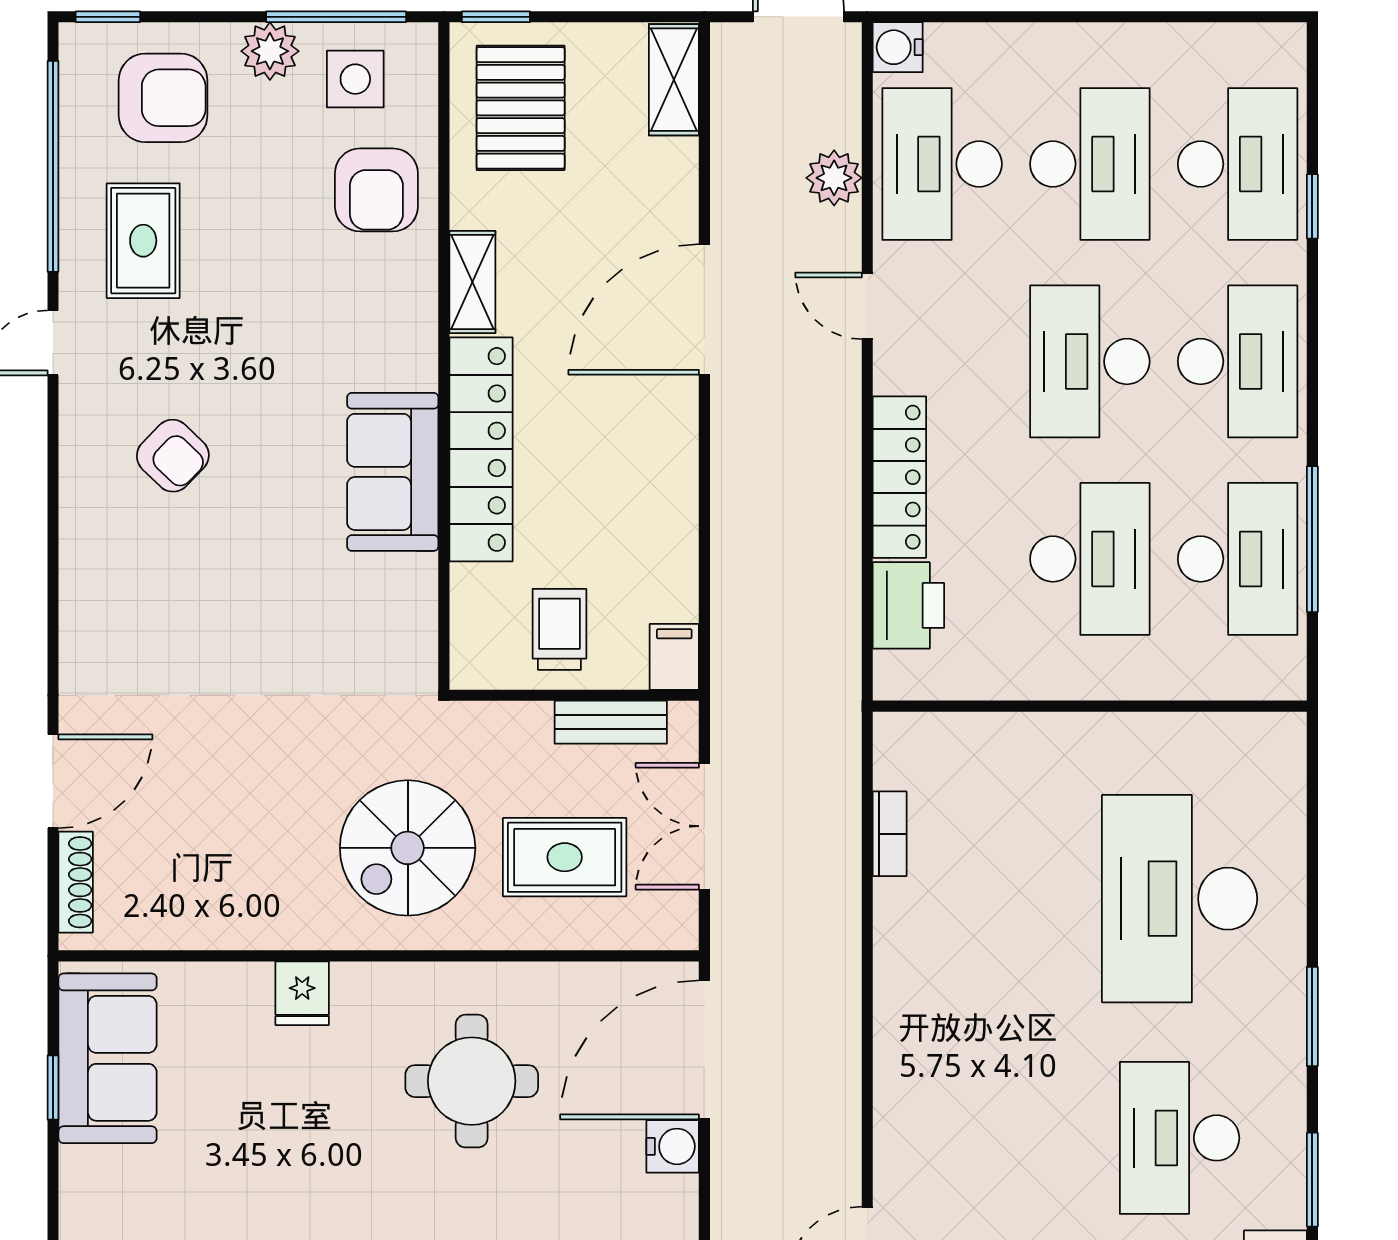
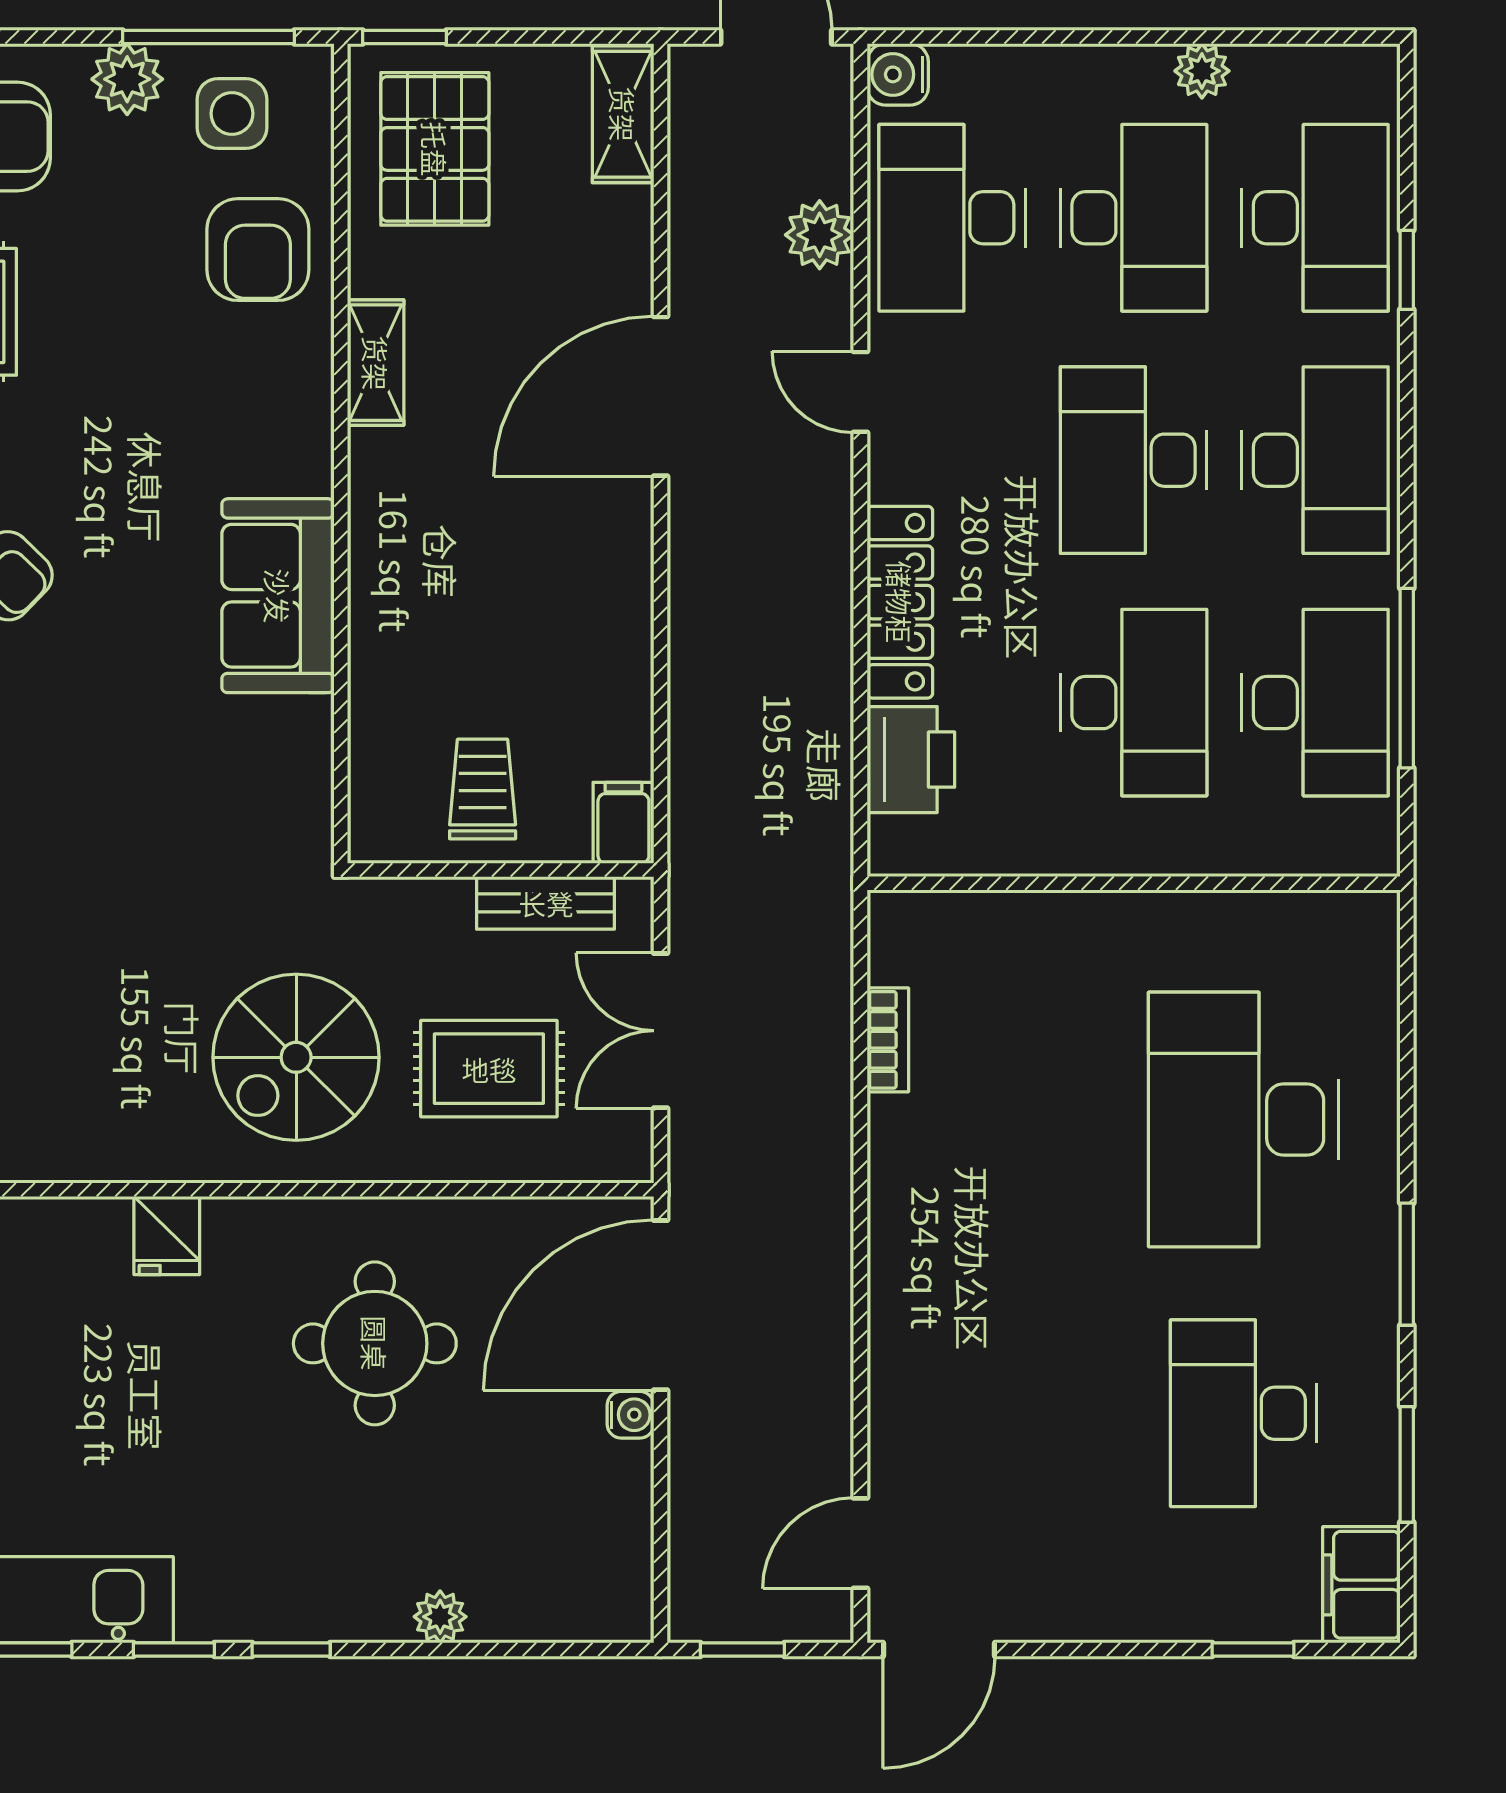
plant: (1146, 44) -> (1202, 71), added
locker: (481, 449) -> (386, 568), removed
water cooler: (673, 1146) -> (630, 1415), width x0.72, depth x0.72

